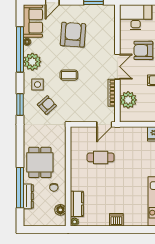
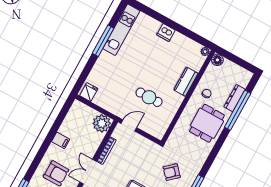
plant: (128, 100) -> (102, 123), moved
kitchen counter: (77, 204) -> (186, 82), moved
floor lamp: (60, 210) -> (217, 60), moved

